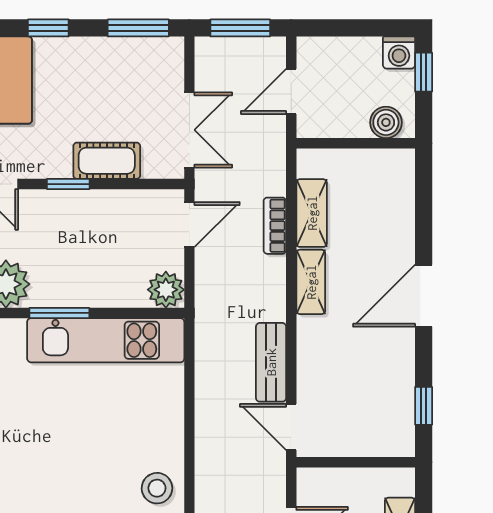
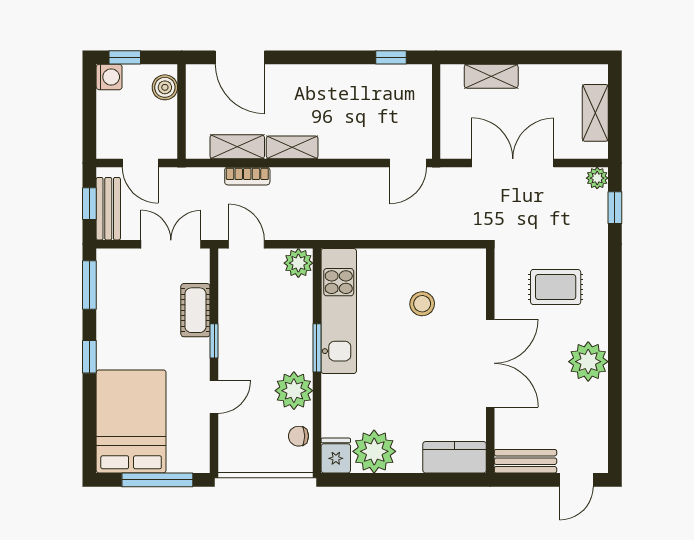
window: (240, 28) -> (89, 204), width x0.67
door: (424, 296) -> (240, 57), moved
bench: (271, 362) -> (108, 209), moved, turned 90
stool: (157, 488) -> (422, 304), moved

